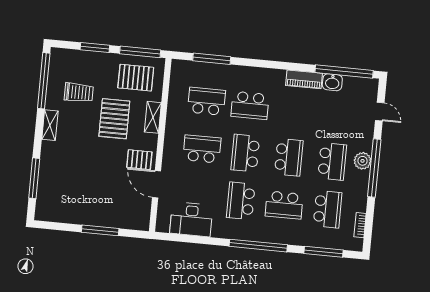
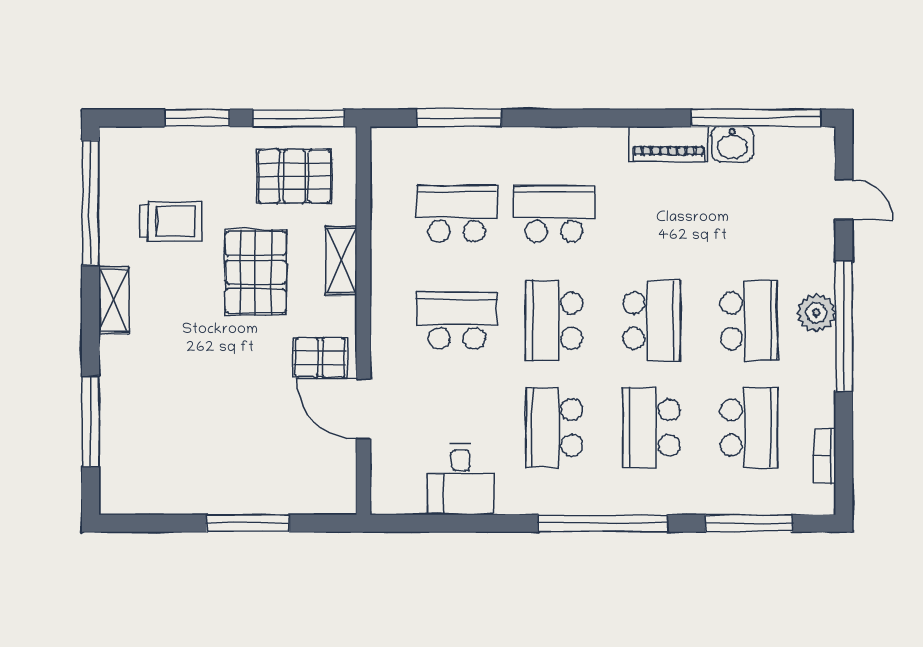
school desk: (250, 105) -> (554, 214), turned 180
school desk: (284, 205) -> (652, 428), turned 90
desk: (191, 219) -> (461, 479), width x0.73

